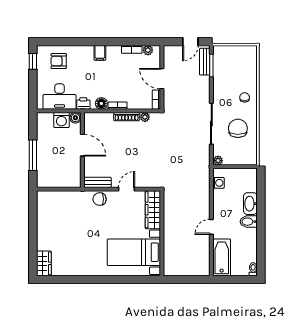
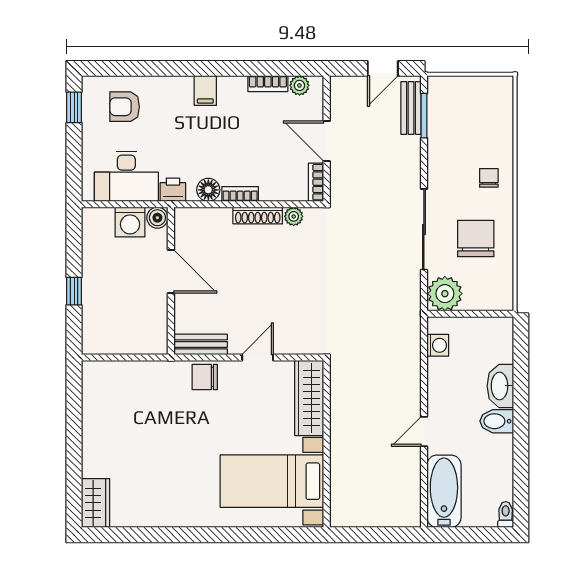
window: (33, 155) -> (74, 291), width x0.46
plant: (218, 161) -> (445, 294), width x1.87, depth x1.87

